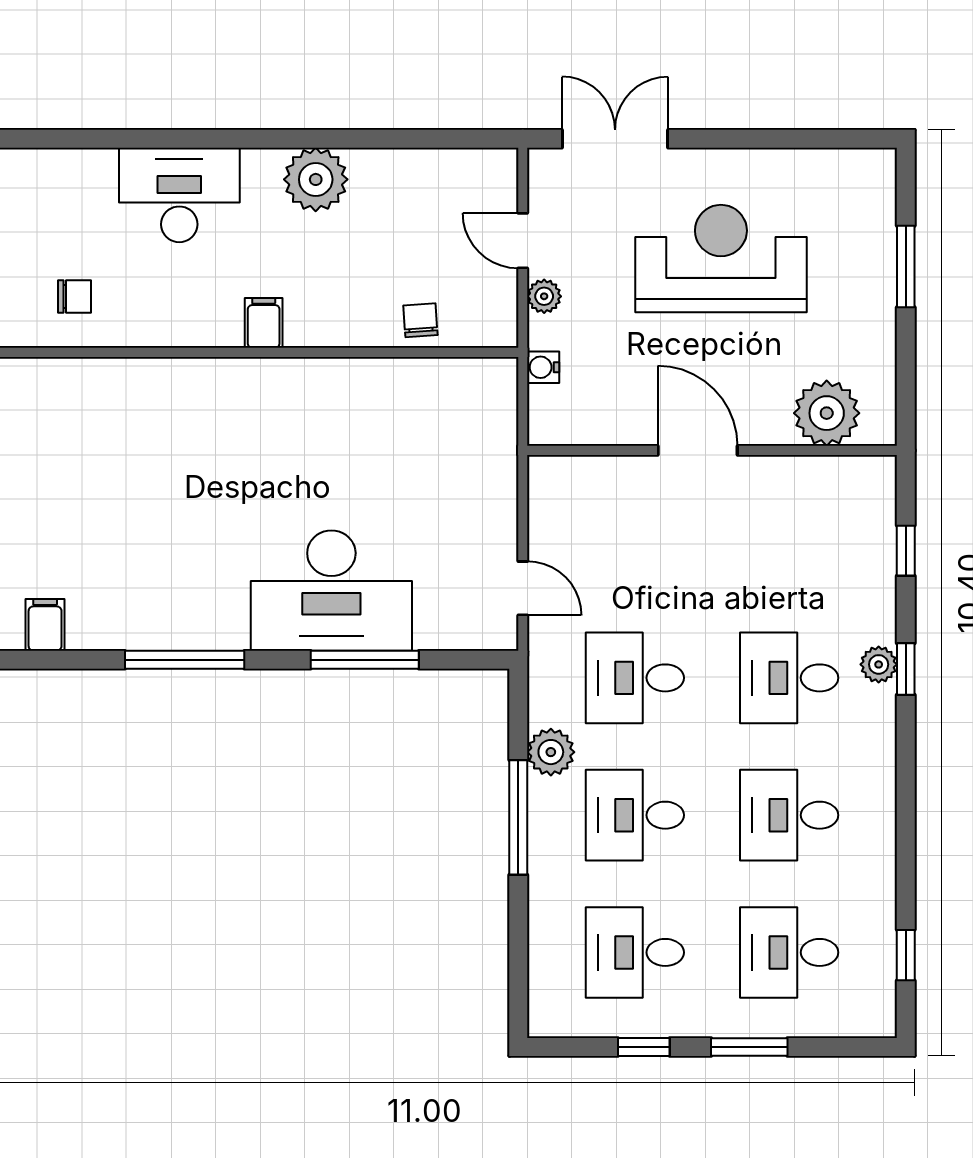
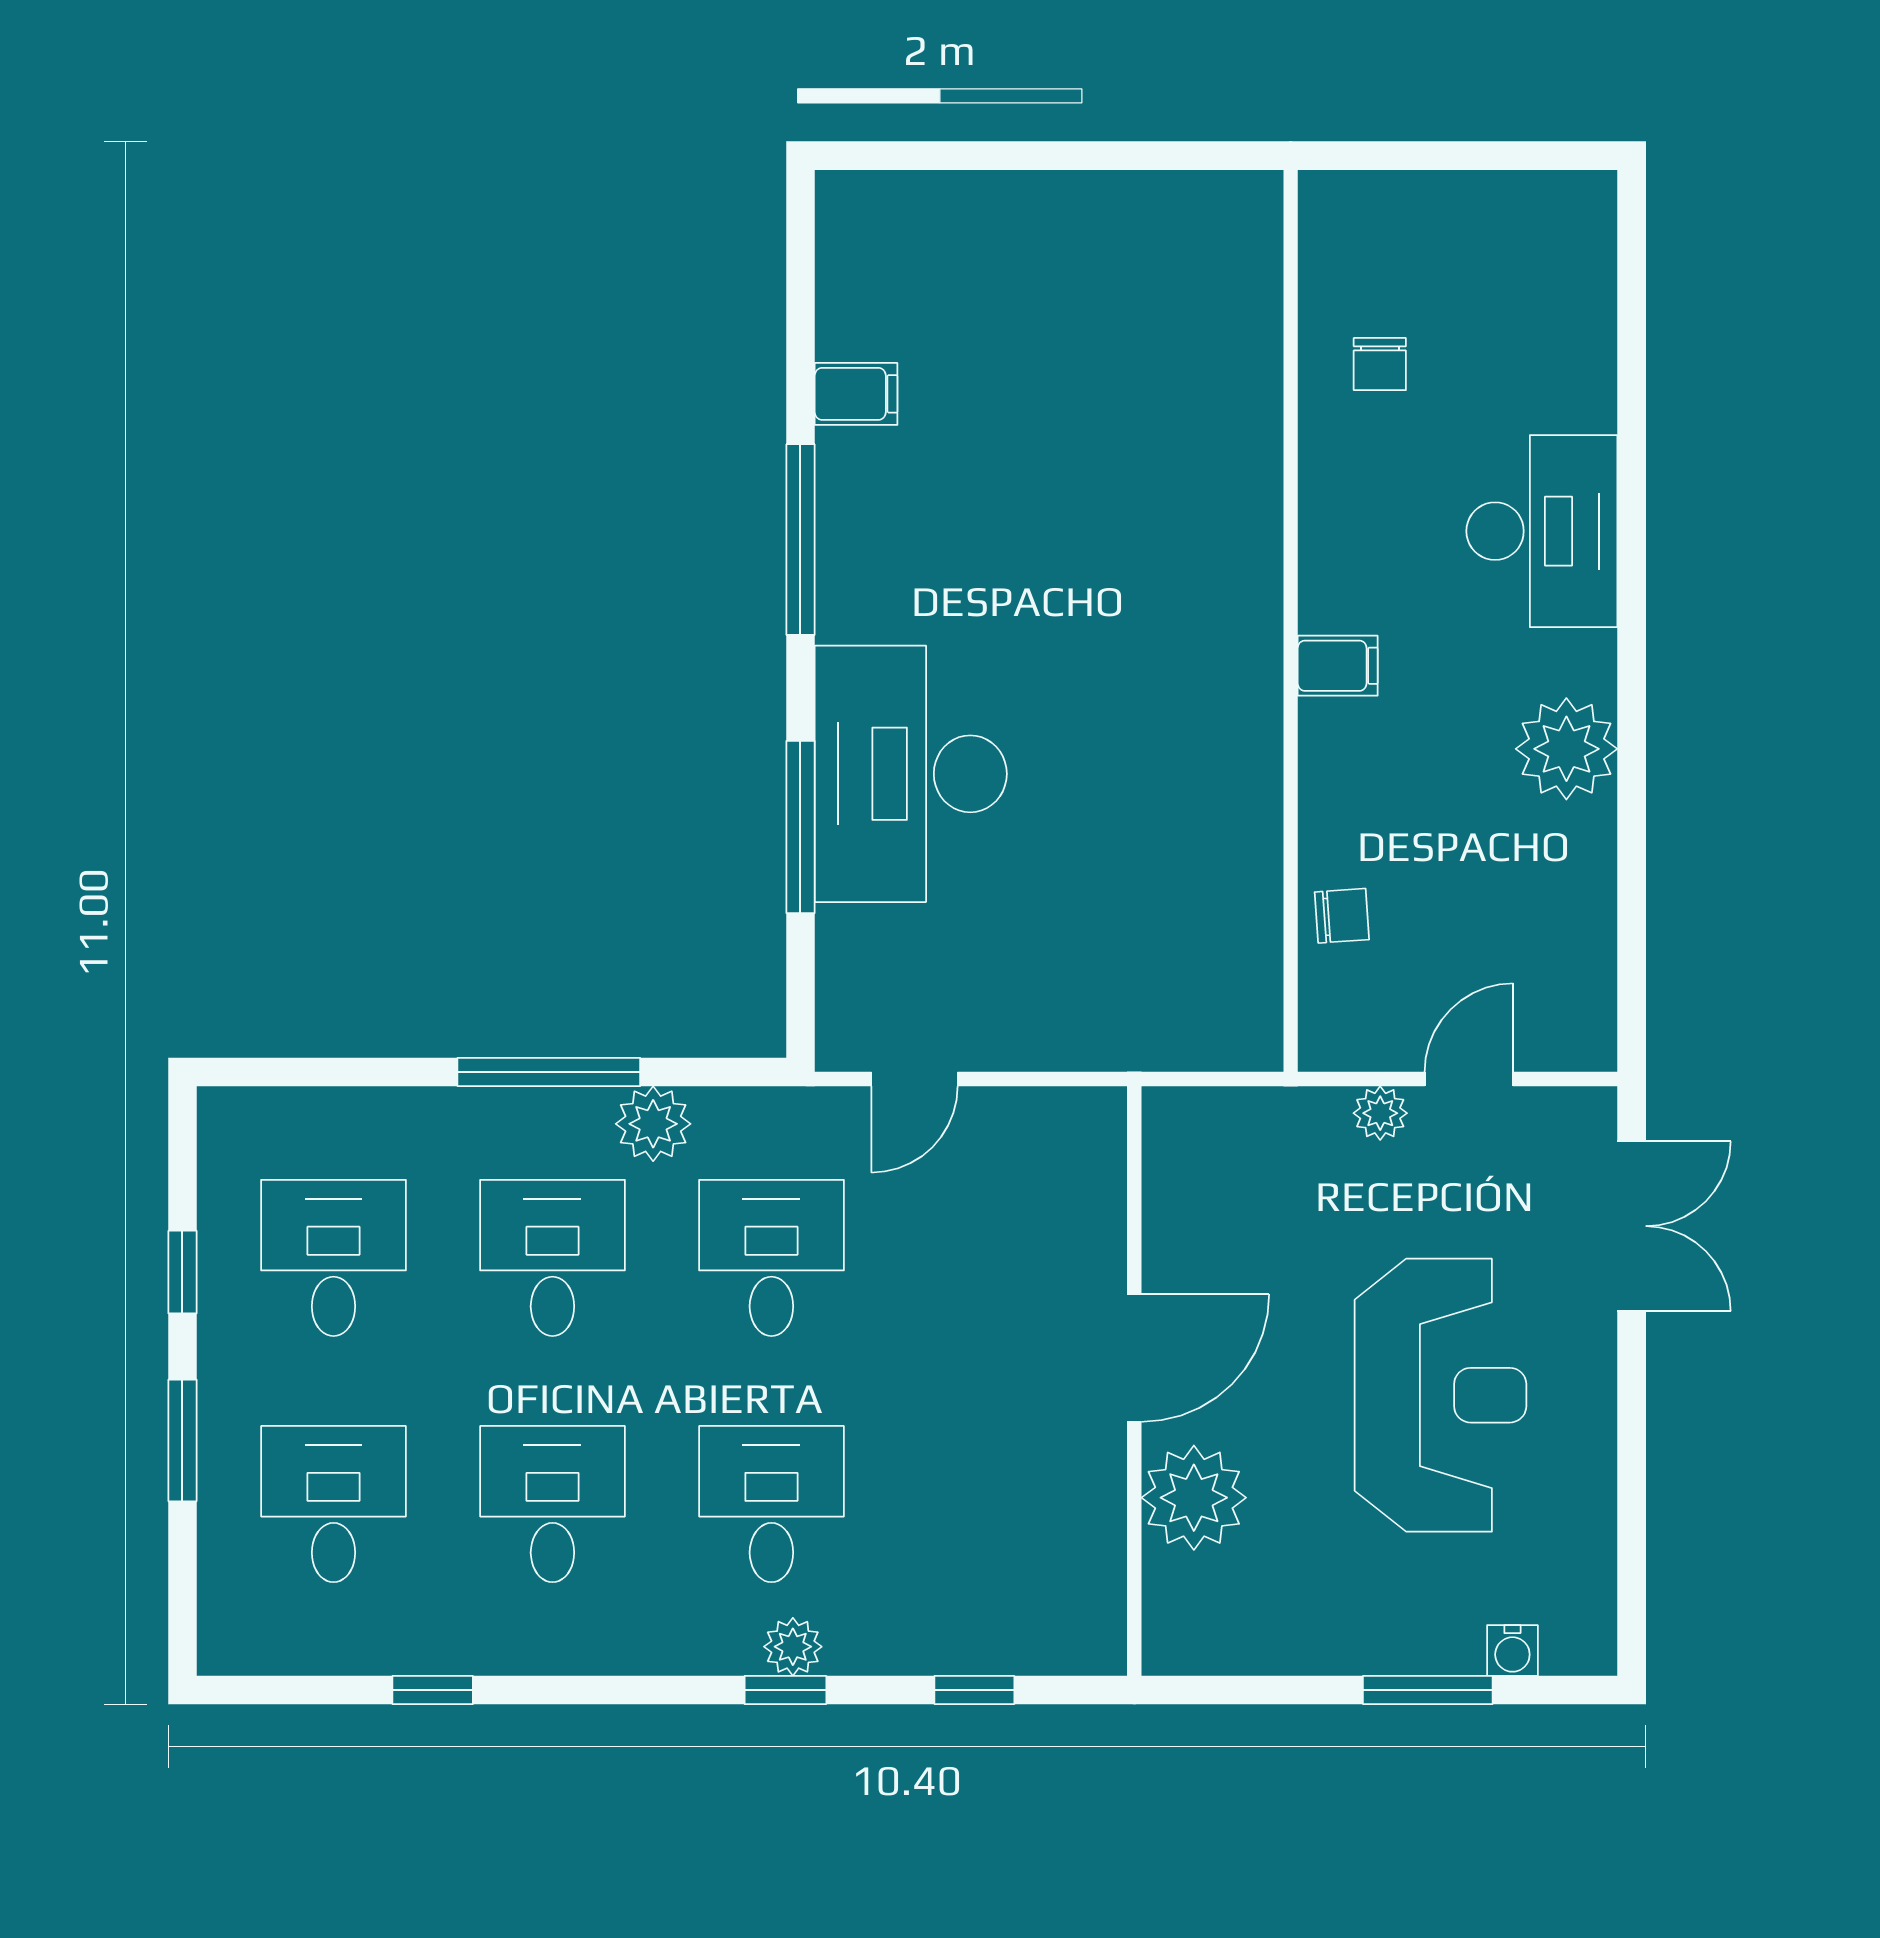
water cooler: (543, 367) -> (1512, 1650), moved, turned 180
plant: (827, 413) -> (1194, 1498), moved
filing cabinet: (45, 625) -> (856, 394), moved
window: (906, 955) -> (433, 1690), moved

